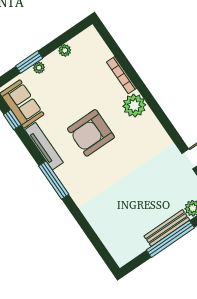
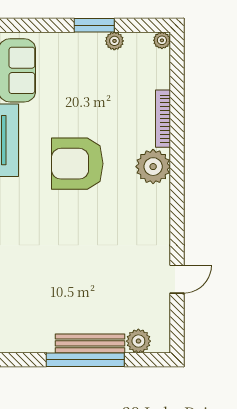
window: (29, 62) -> (94, 25), moved
plant: (39, 68) -> (162, 40), moved

